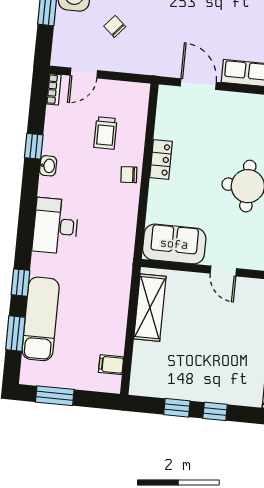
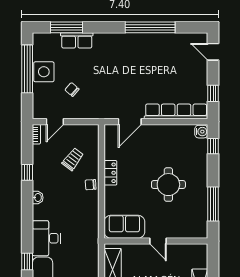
door: (198, 84) -> (130, 122), swing flipped
trolley: (105, 133) -> (73, 159), turned -143
washbasin: (48, 166) -> (38, 198), moved
desk: (56, 226) -> (46, 238), moved

